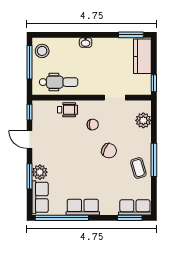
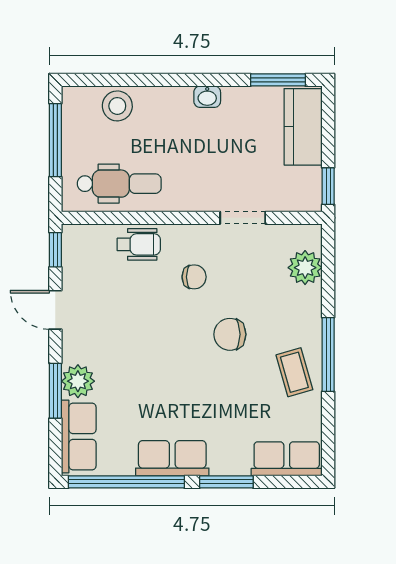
washbasin: (86, 42) -> (207, 97), moved
stool: (42, 51) -> (117, 106), moved
chair: (109, 151) -> (230, 334), turned 153
window: (130, 218) -> (226, 482), moved

